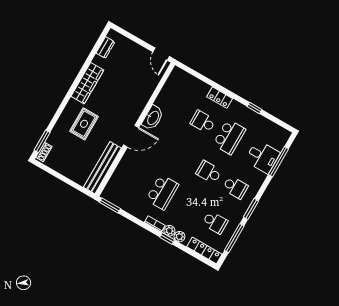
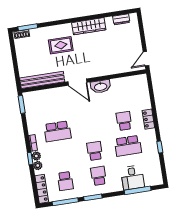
school desk: (235, 187) -> (99, 176), turned 180

